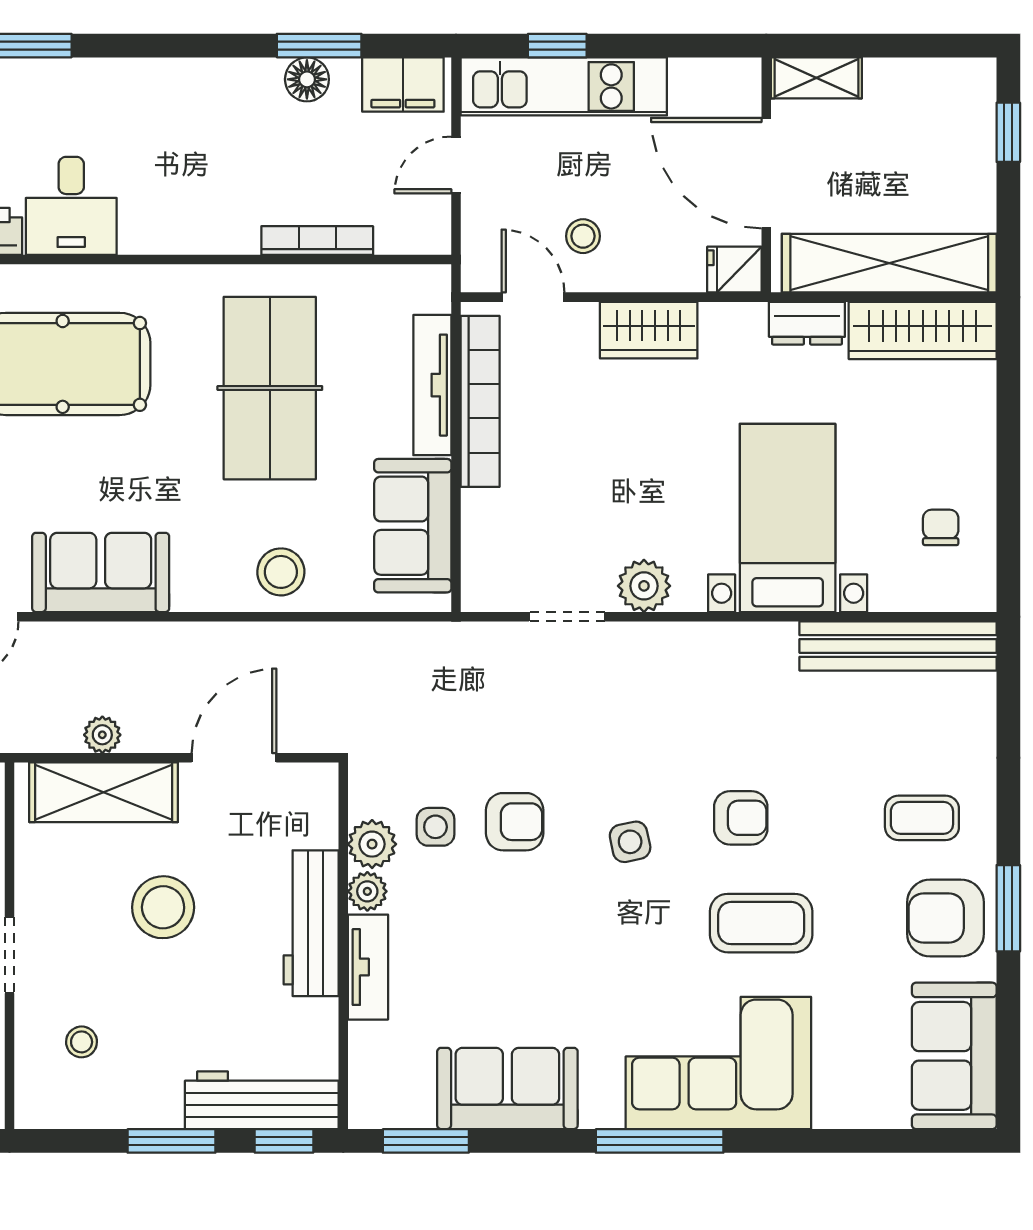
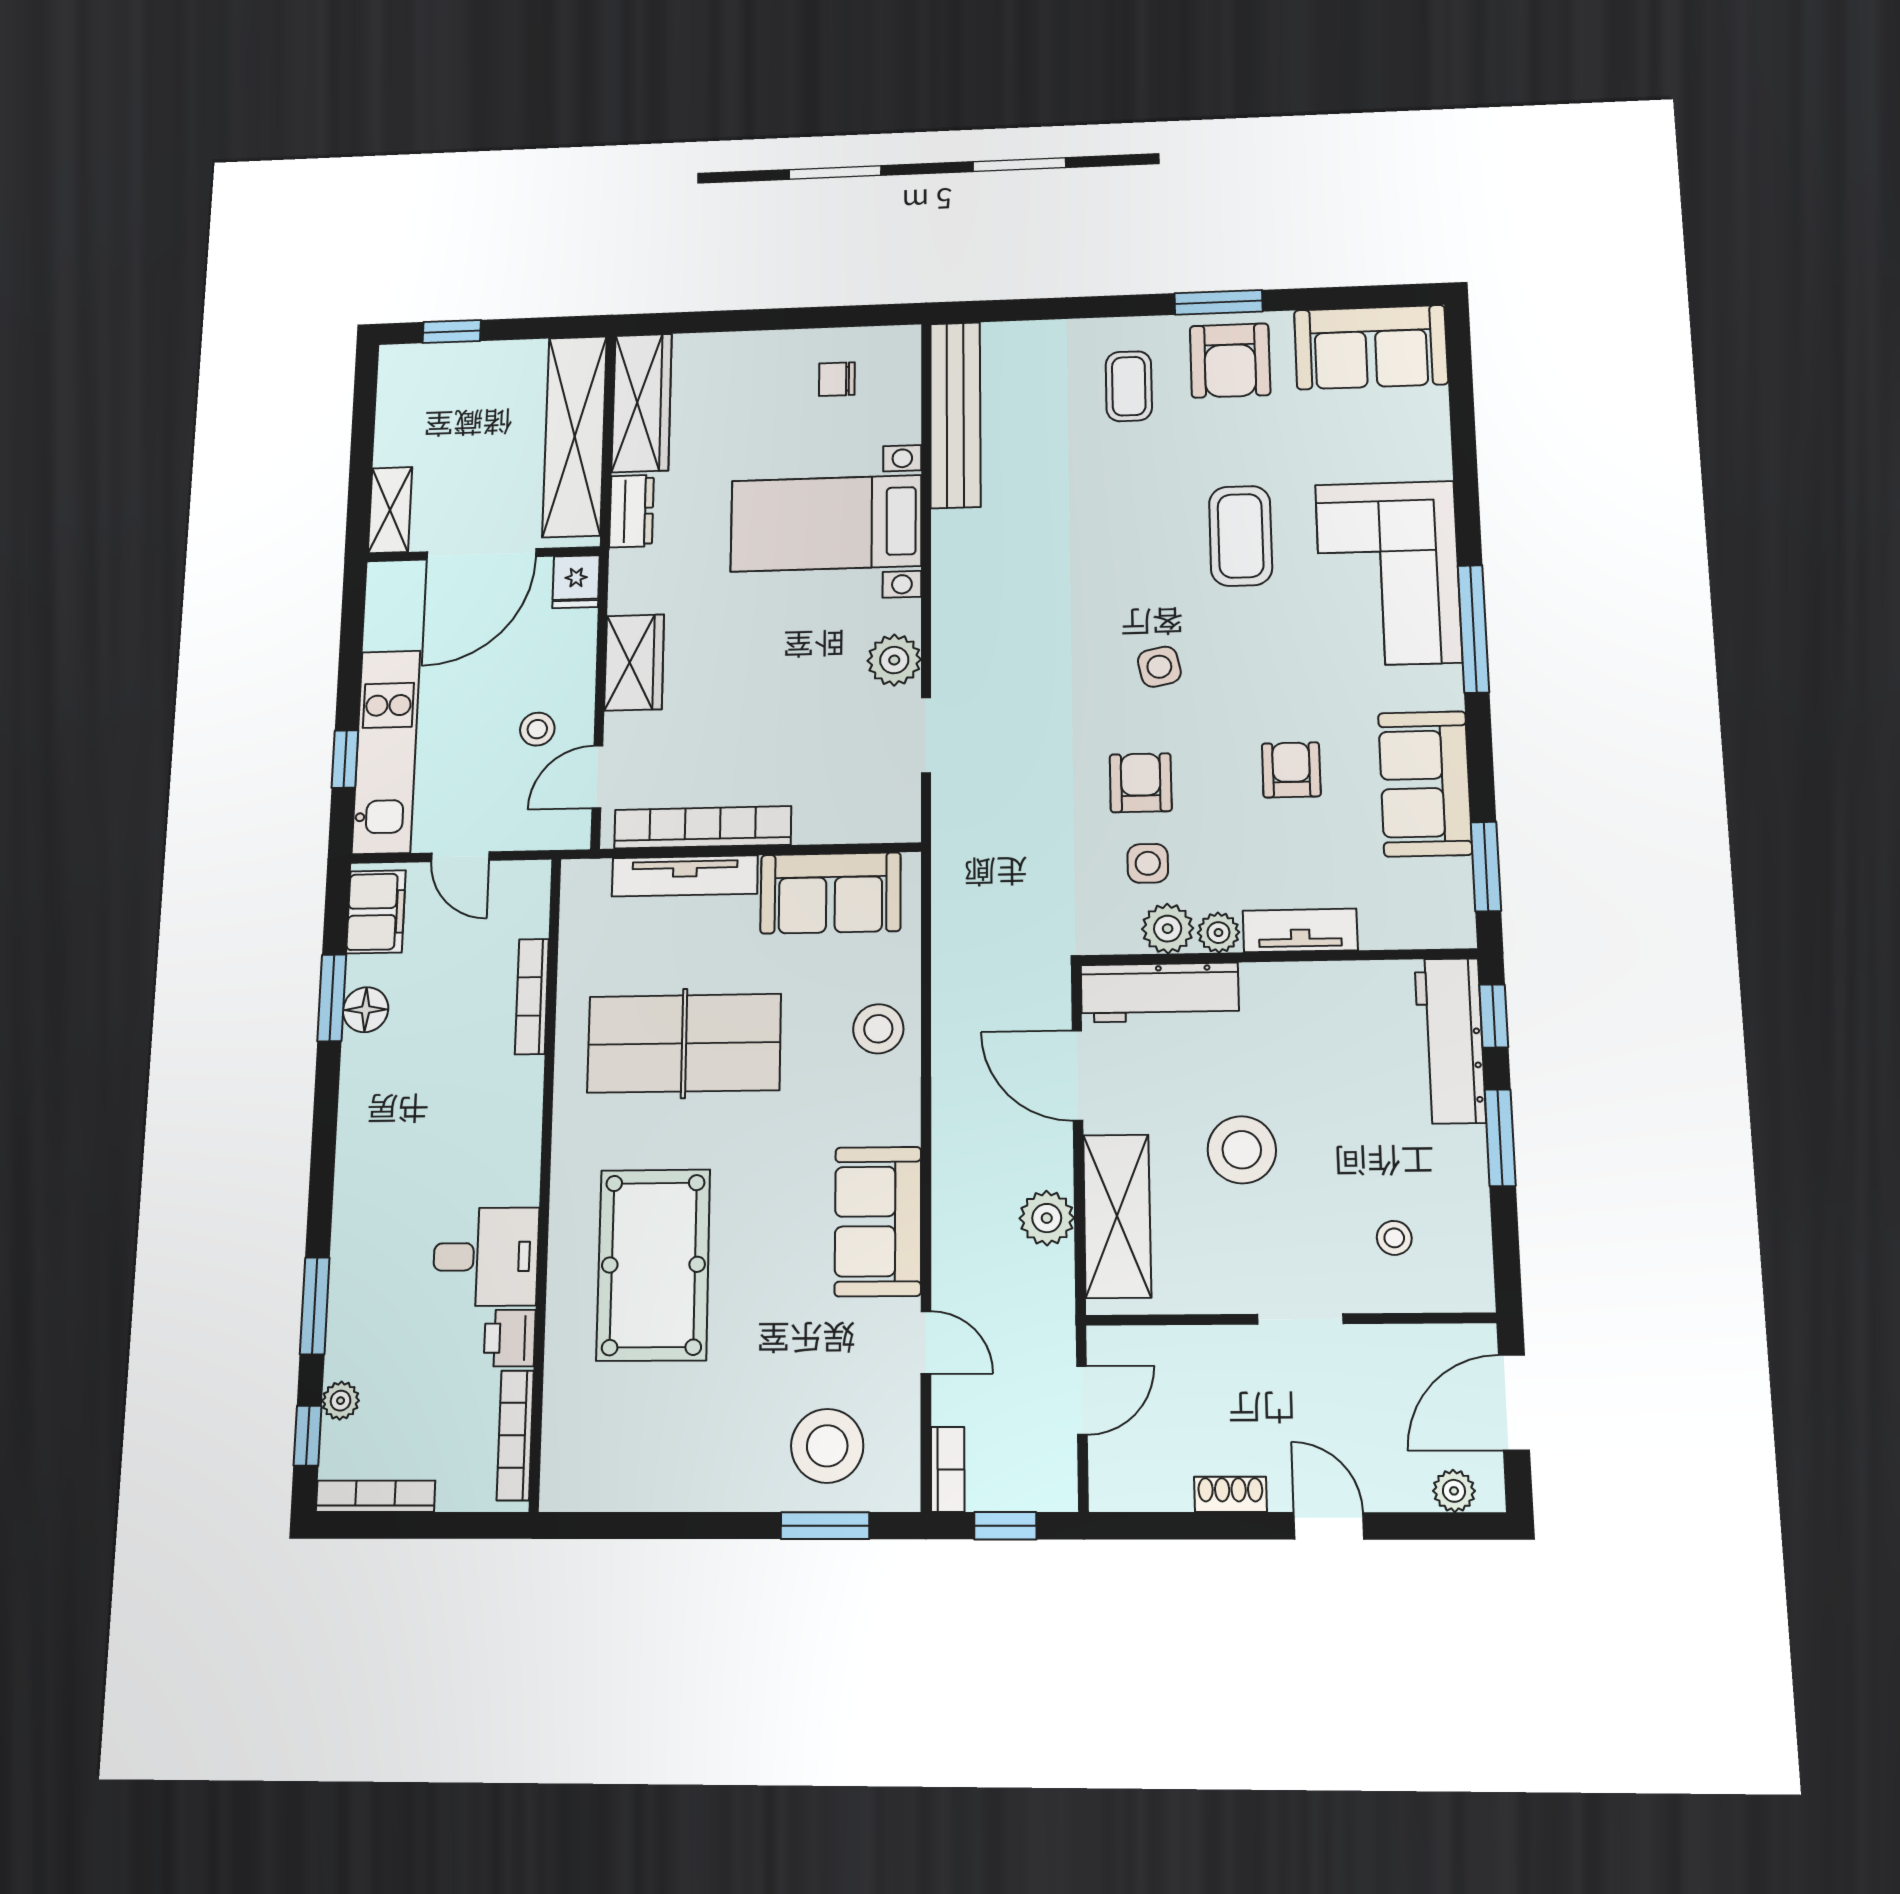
plant: (102, 735) -> (1047, 1218), width x1.38, depth x1.38
armchair: (741, 818) -> (1291, 770), moved
workbench: (311, 923) -> (1160, 993), moved

